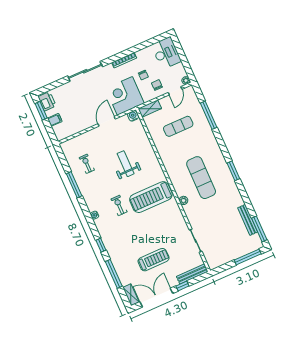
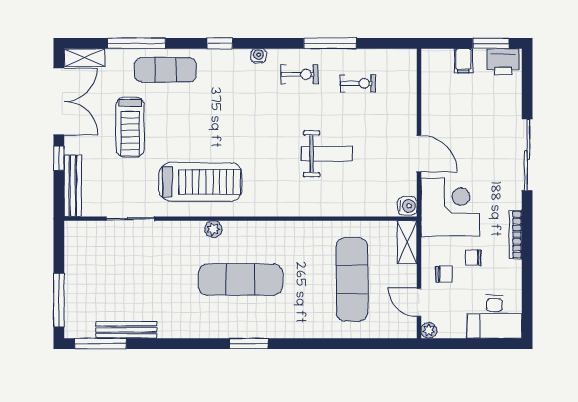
window: (209, 115) -> (347, 344), removed
exercise mat: (178, 126) -> (352, 279), width x1.36, depth x1.45
window: (233, 171) -> (249, 344), moved
treadmill: (151, 197) -> (200, 182), moved, turned 90
exercise bike: (119, 205) -> (299, 74), moved
window: (101, 245) -> (220, 43), moved
exercise mat: (120, 255) -> (165, 70), added

